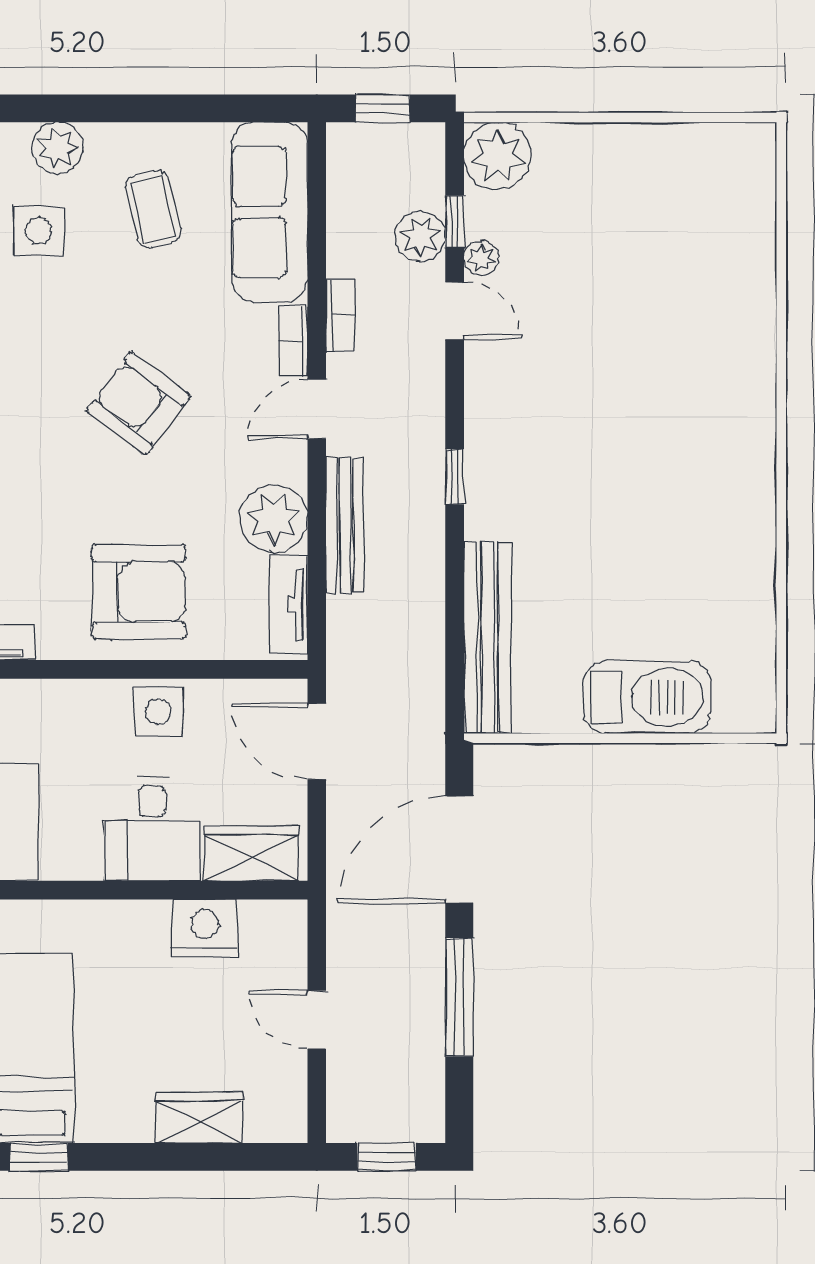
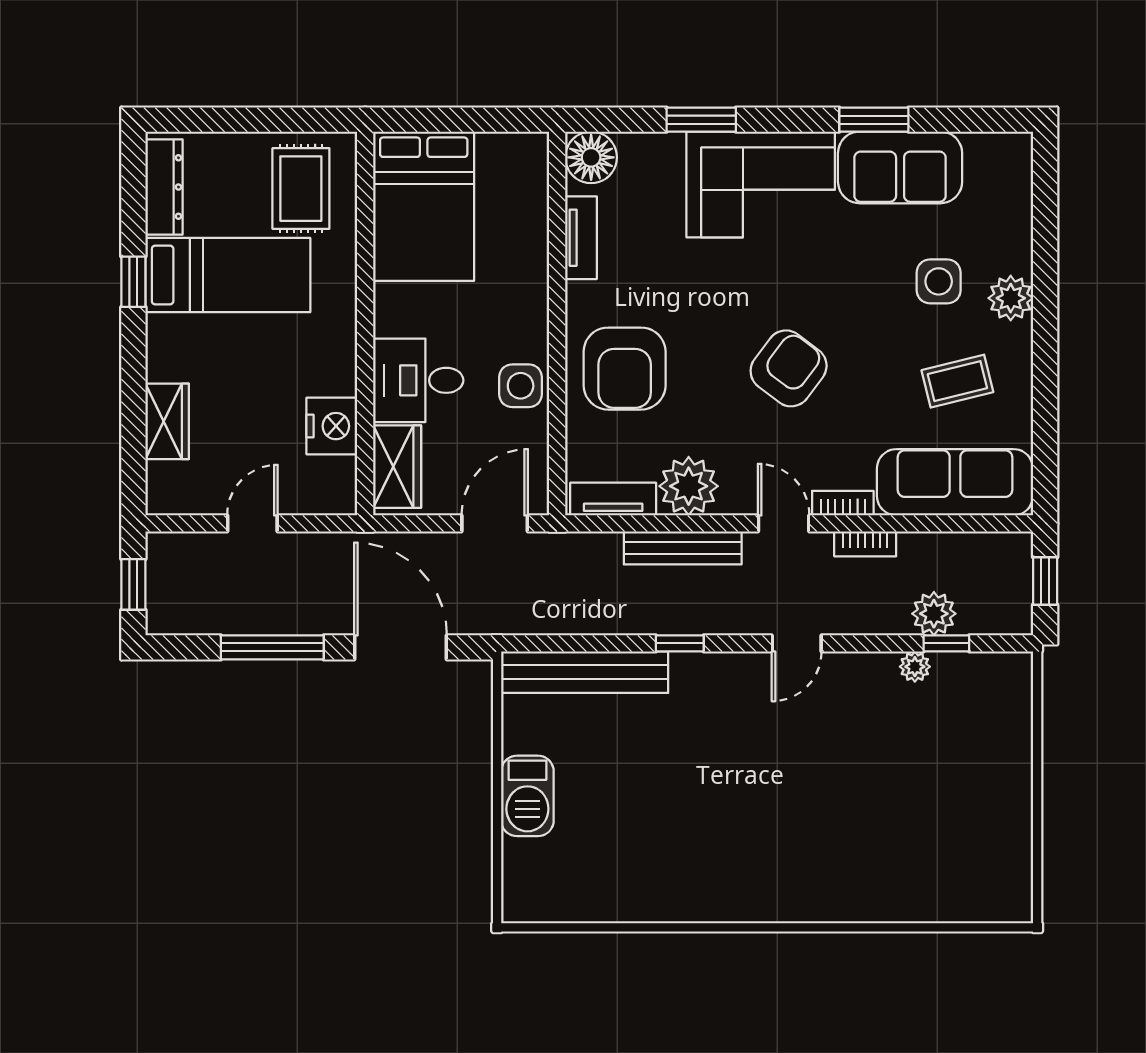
plant: (498, 156) -> (1004, 681), removed
door: (455, 311) -> (797, 643), moved
window: (455, 477) -> (680, 643), moved
barbecue: (647, 697) -> (527, 796), width x0.73, depth x0.83

